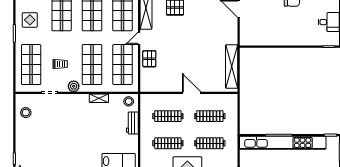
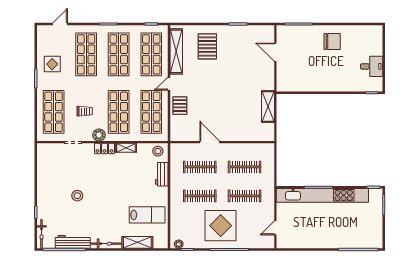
shelving: (232, 67) -> (268, 106), width x0.68
door: (192, 93) -> (210, 142), moved
locker: (79, 99) -> (104, 149), added
stool: (26, 113) -> (77, 196), moved

